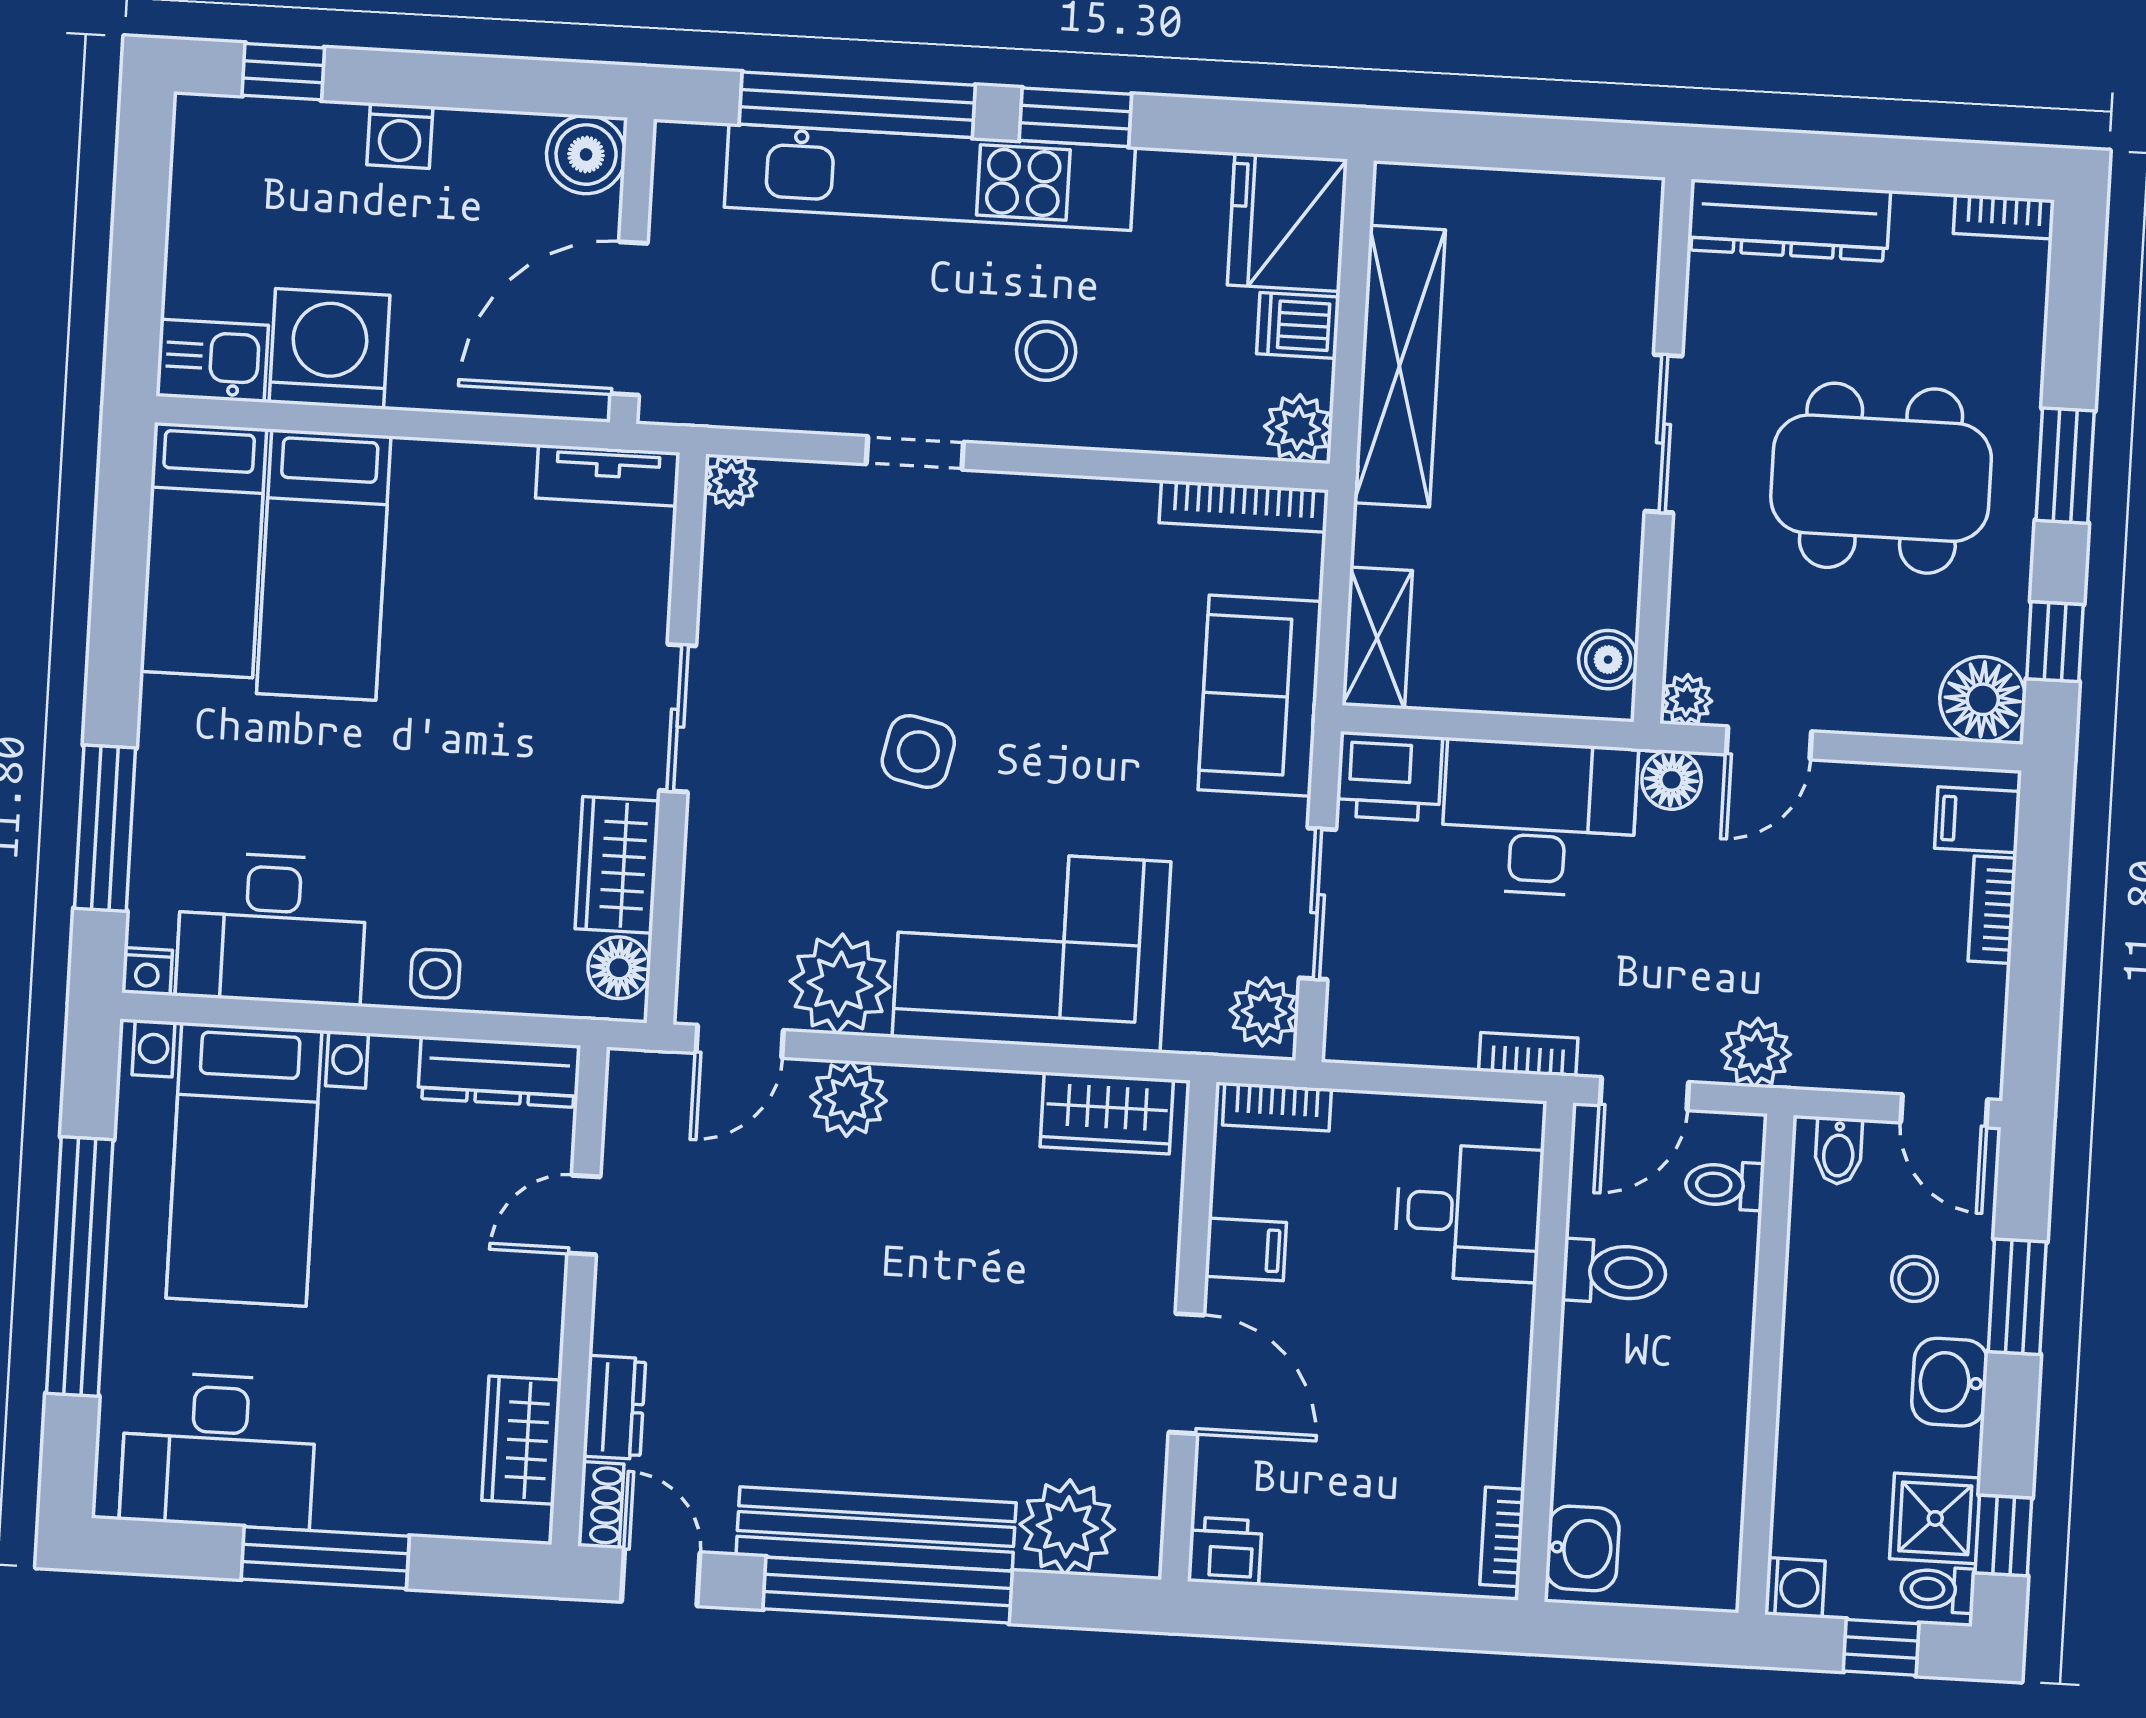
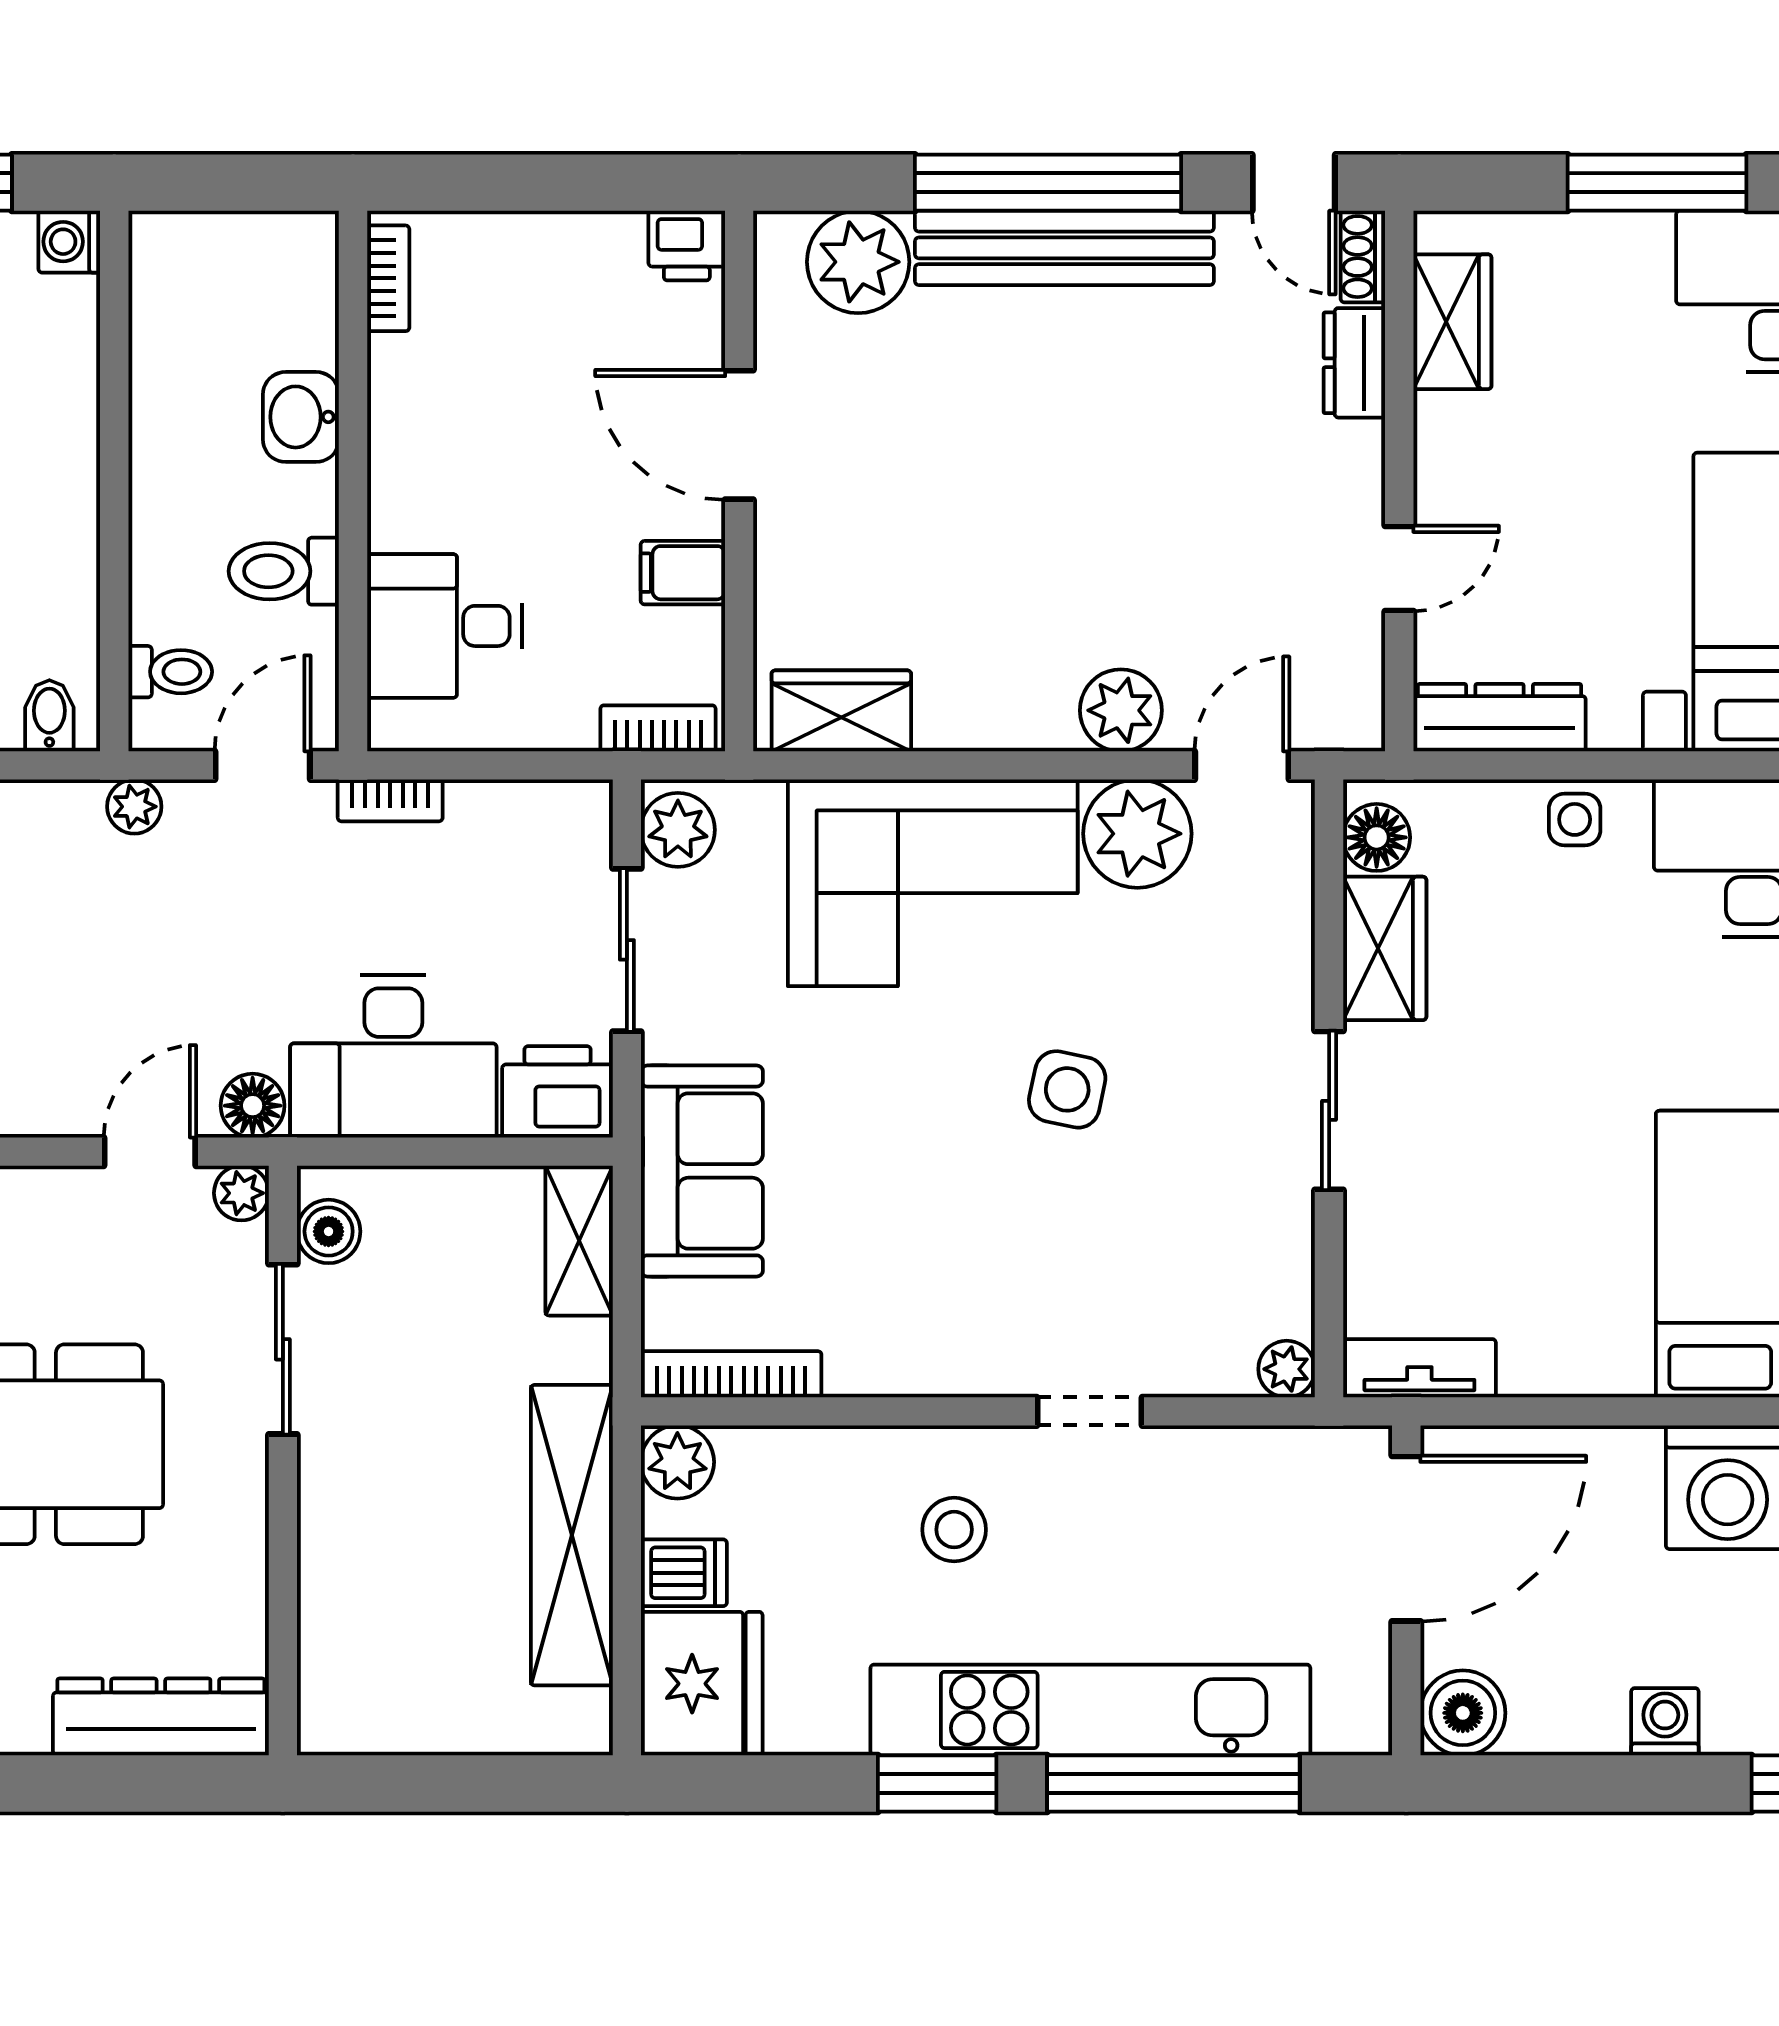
sliding door: (1664, 434) -> (283, 1349), moved
plant: (1756, 1053) -> (134, 807), width x0.73, depth x0.73
washbasin: (1582, 1548) -> (301, 417), moved

